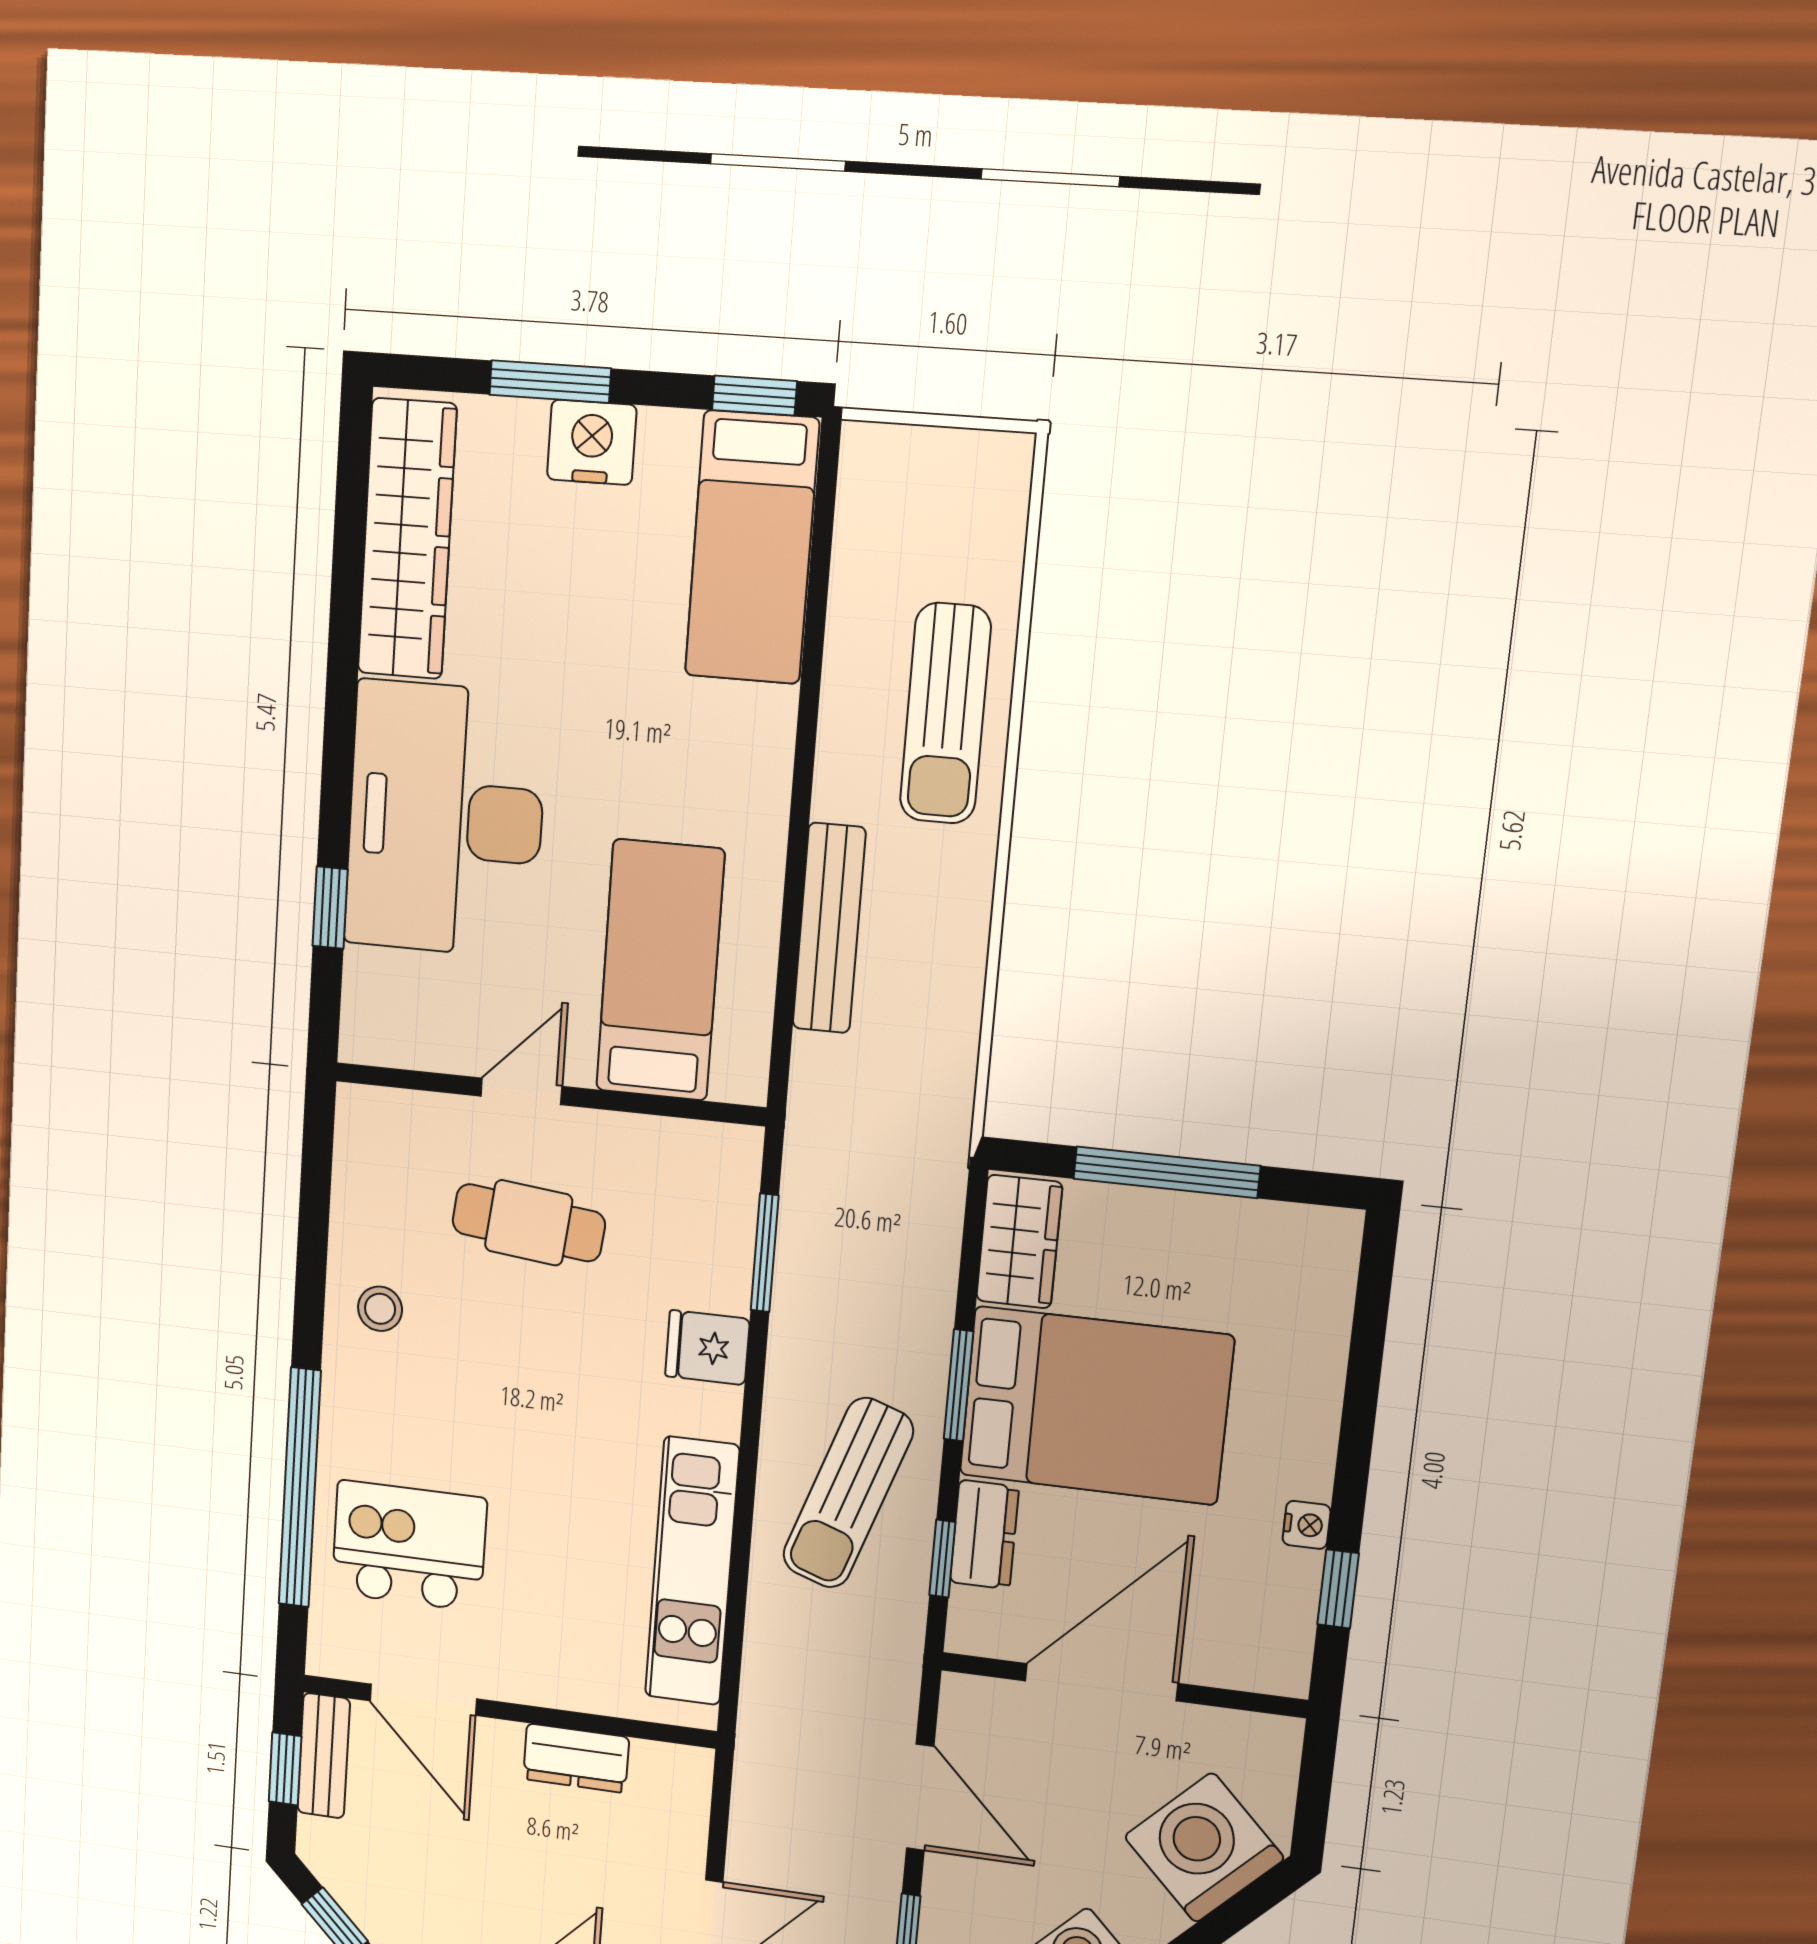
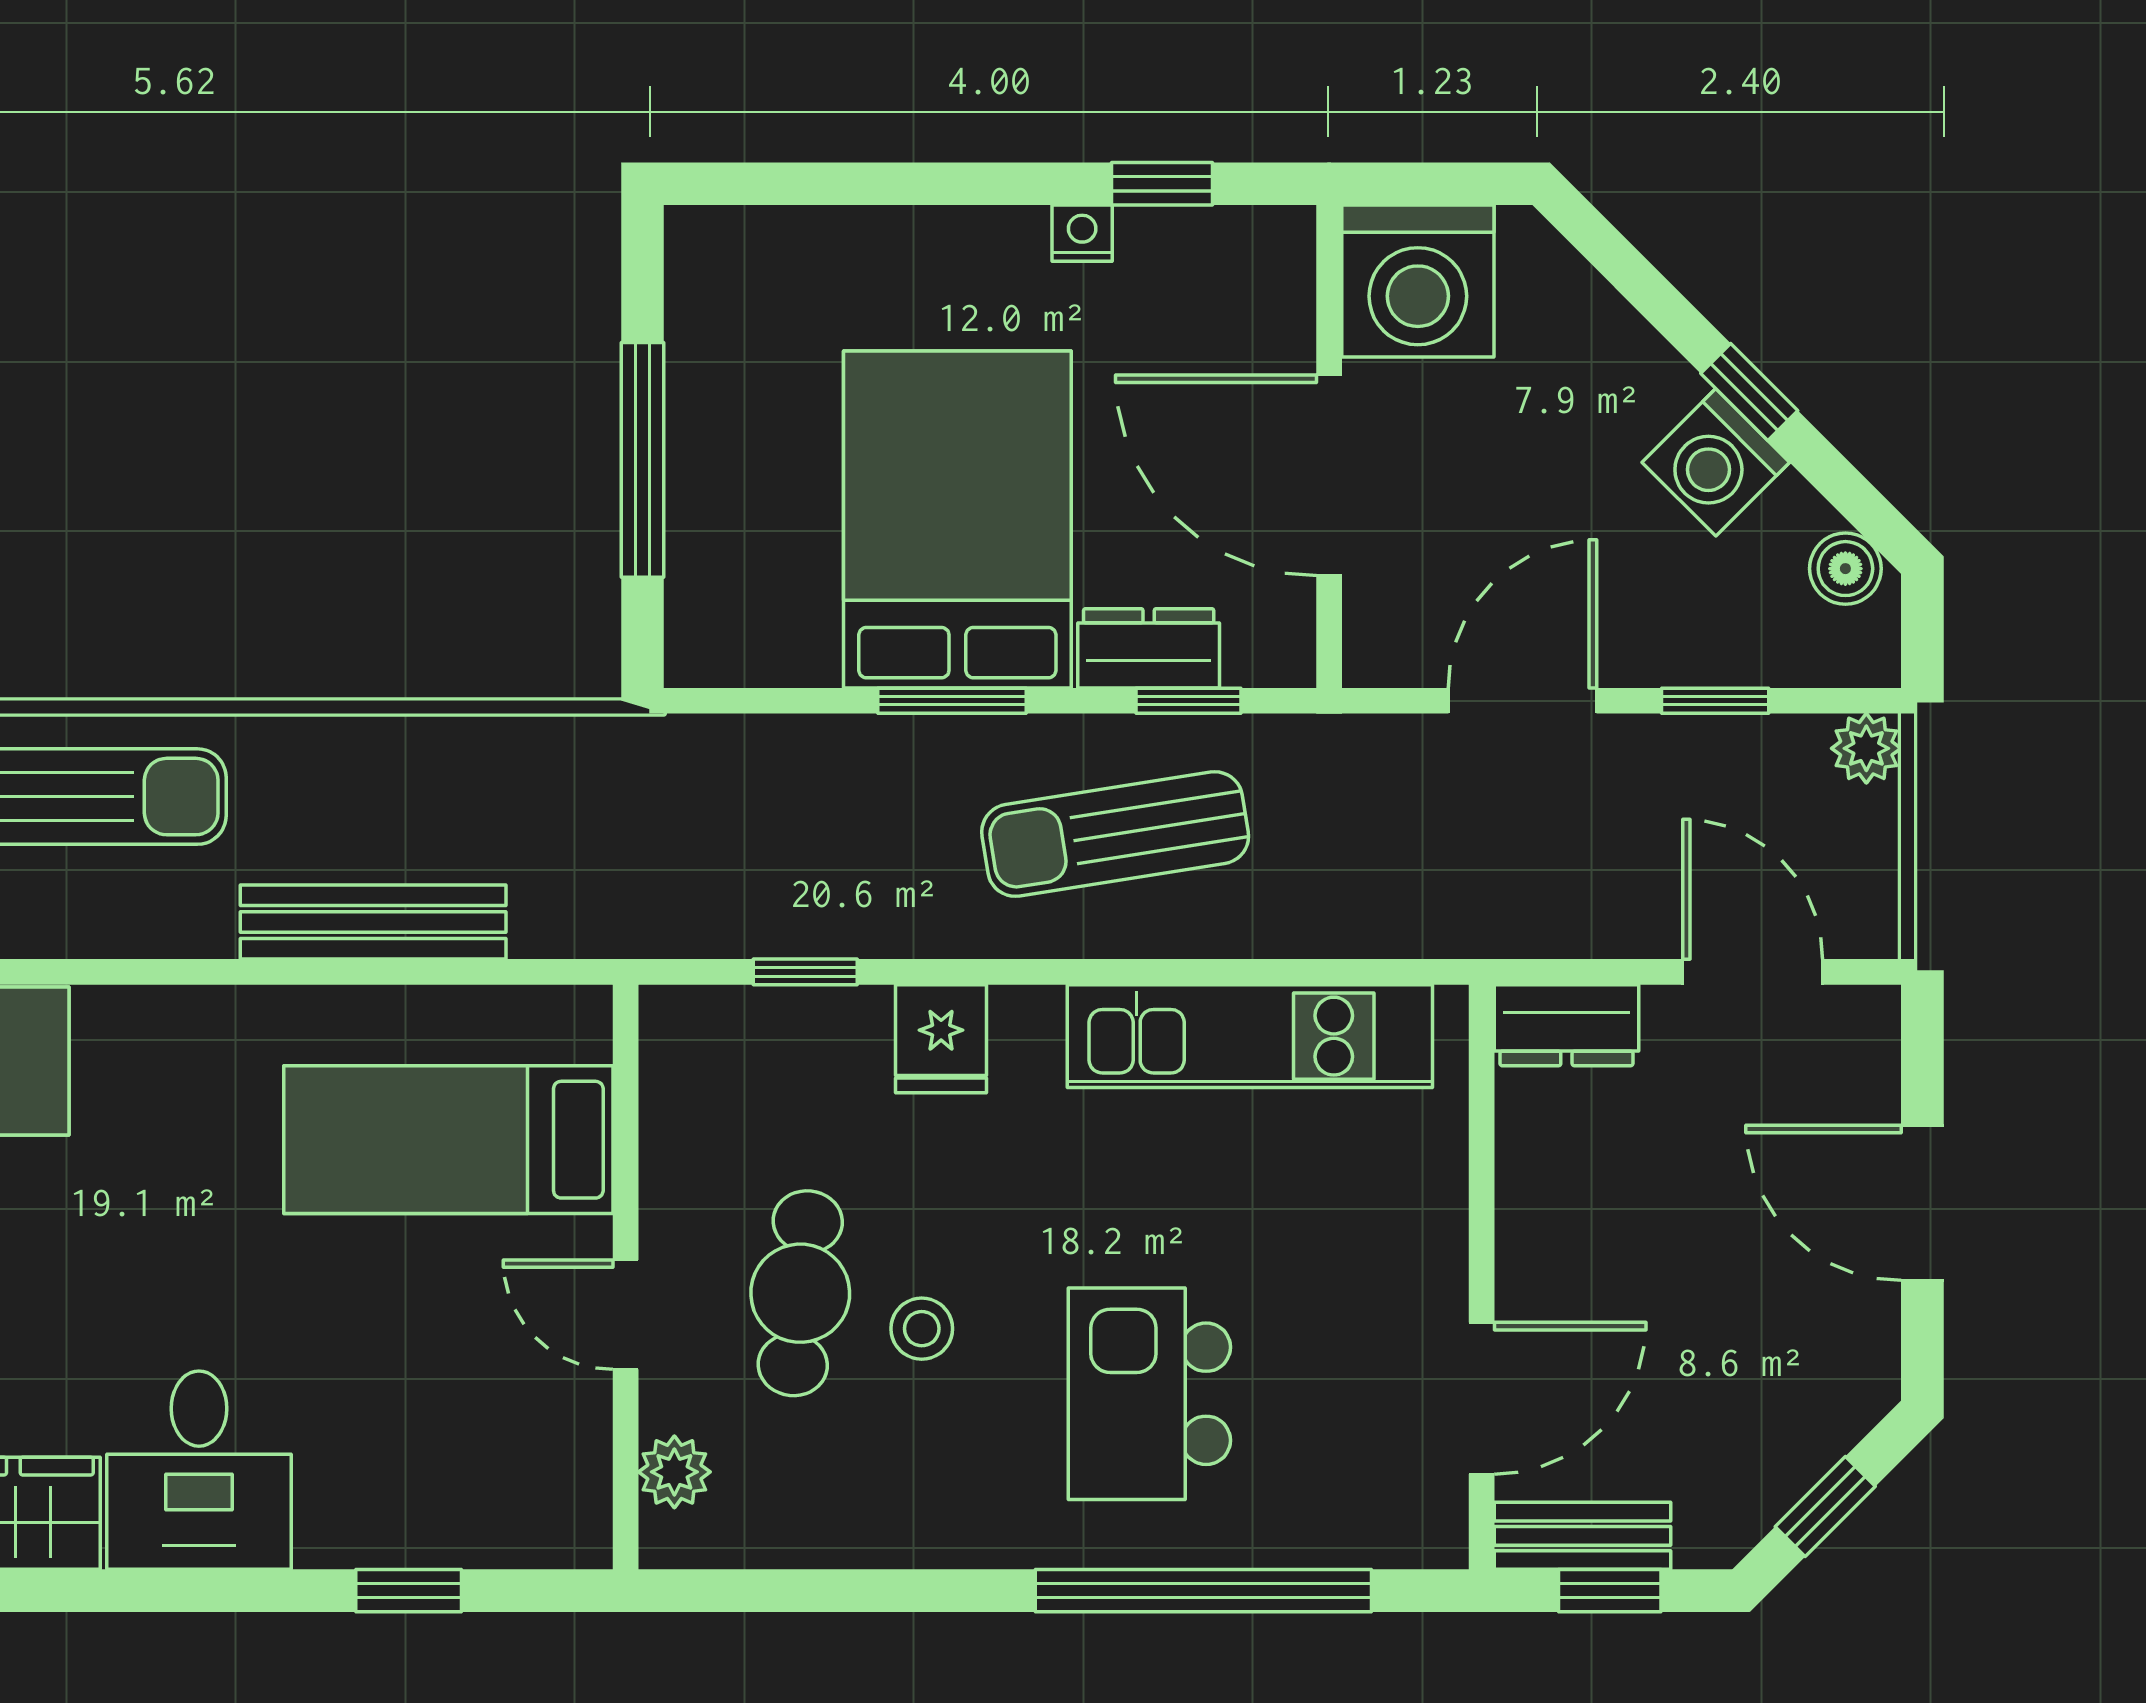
desk: (445, 819) -> (199, 1470), width x0.53, depth x0.77
plant: (405, 1116) -> (674, 1472), added
wardrobe: (1019, 1242) -> (753, 639), removed
window: (765, 1253) -> (805, 972), width x0.67
stool: (380, 1309) -> (922, 1329), moved
sun lounger: (848, 1493) -> (1115, 834), turned 152
kitchen island: (409, 1546) -> (1149, 1394), moved
dresser: (576, 1758) -> (1566, 1025), moved, turned 90
washing machine: (1204, 1847) -> (1418, 281), moved, turned -45

